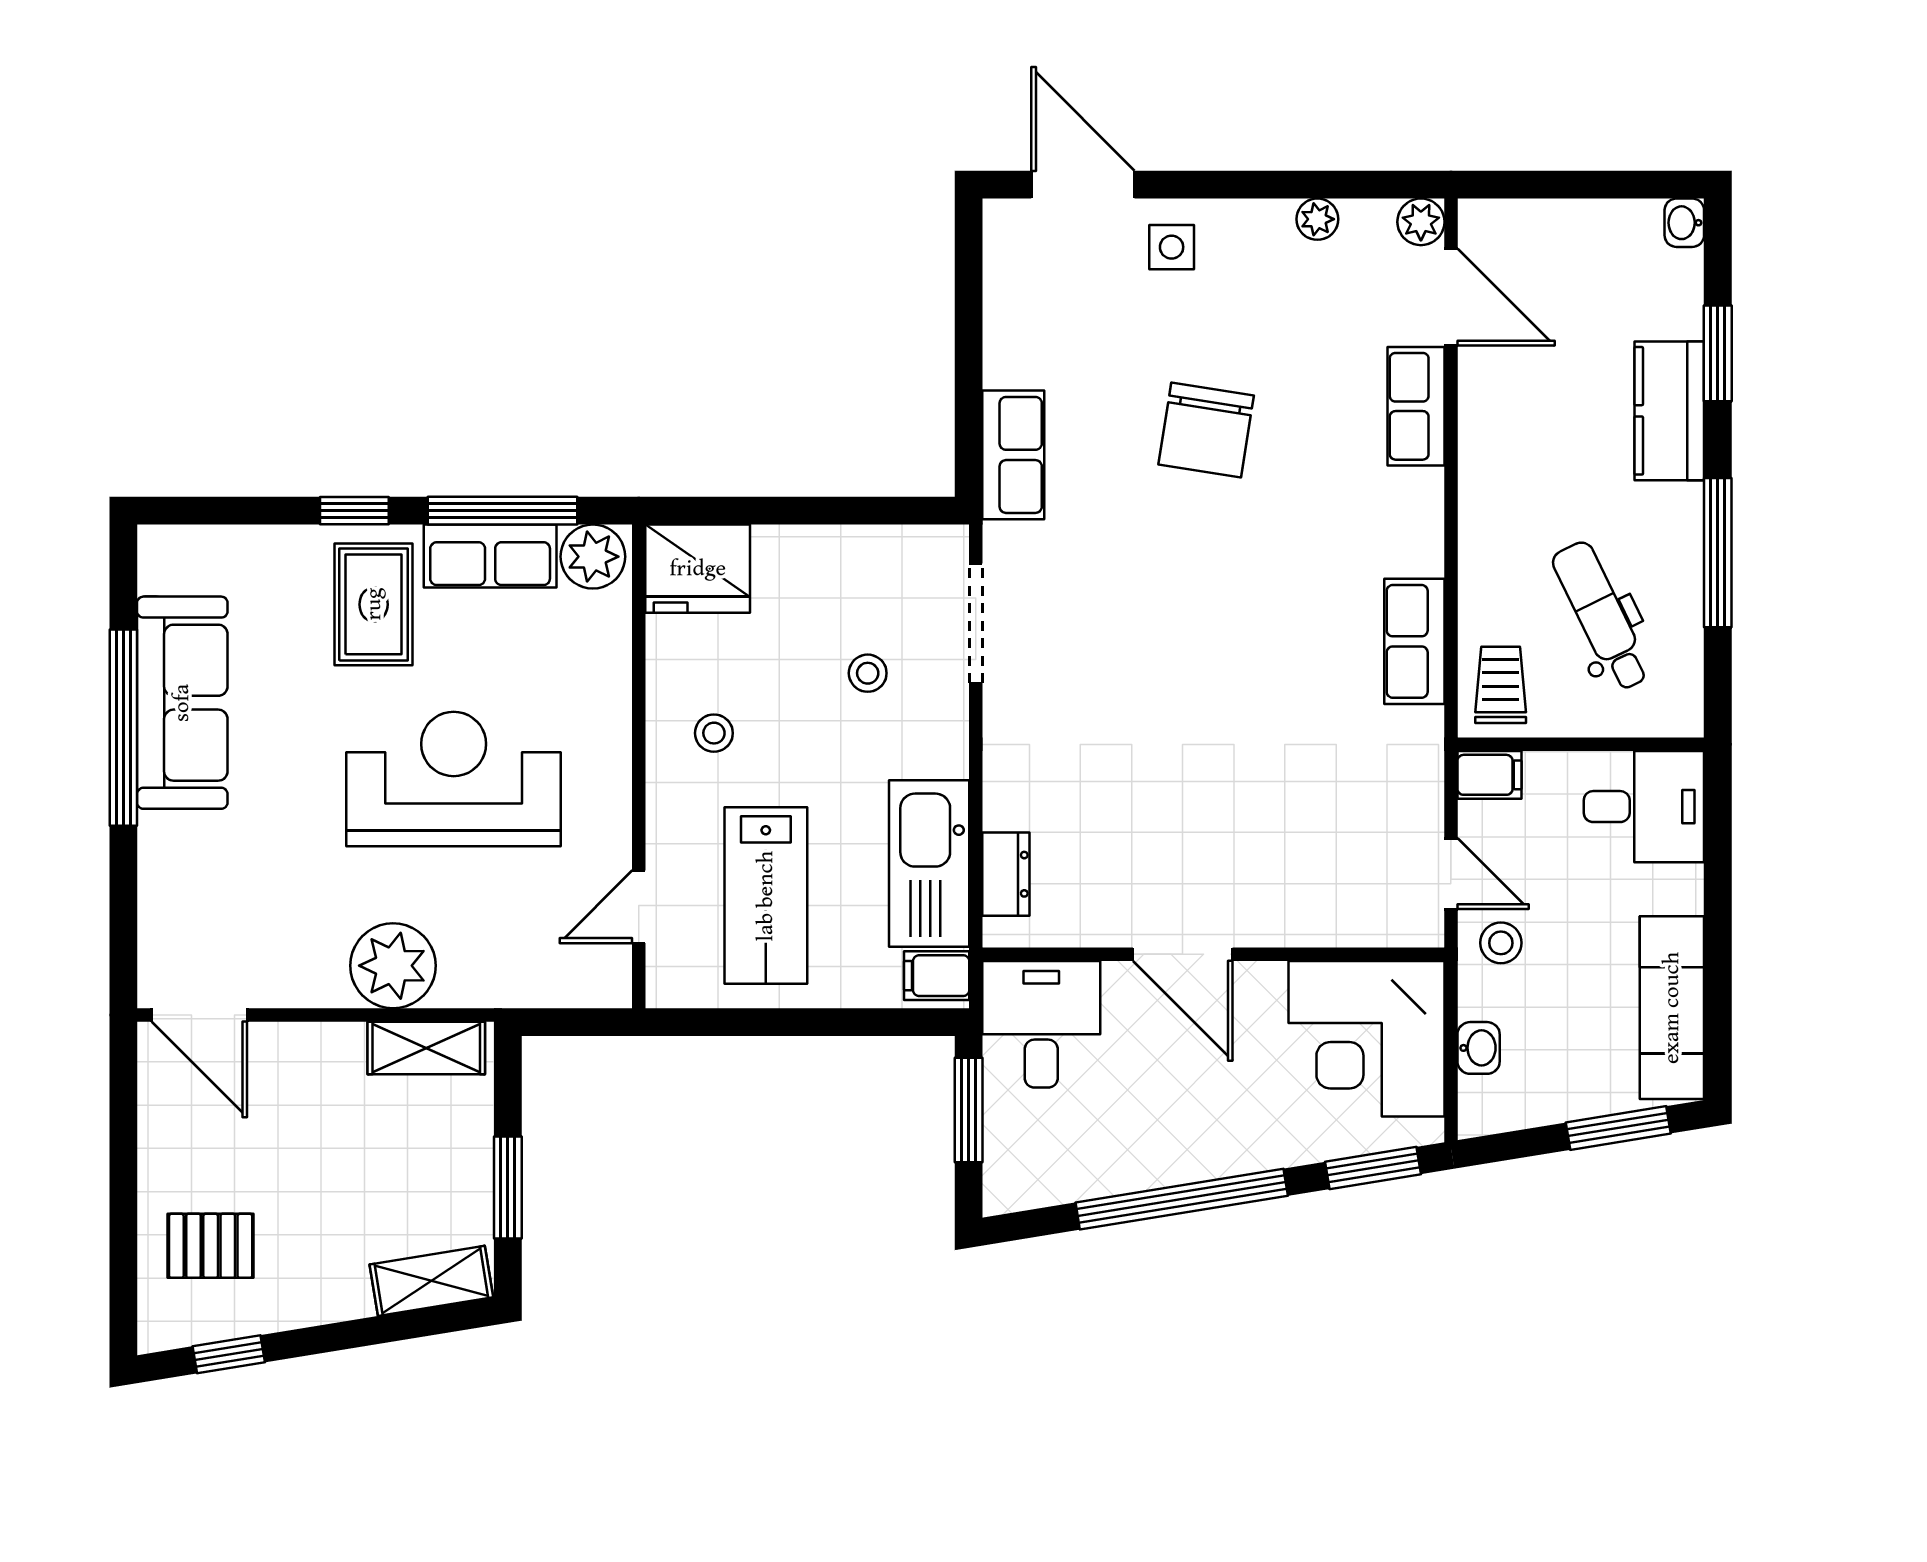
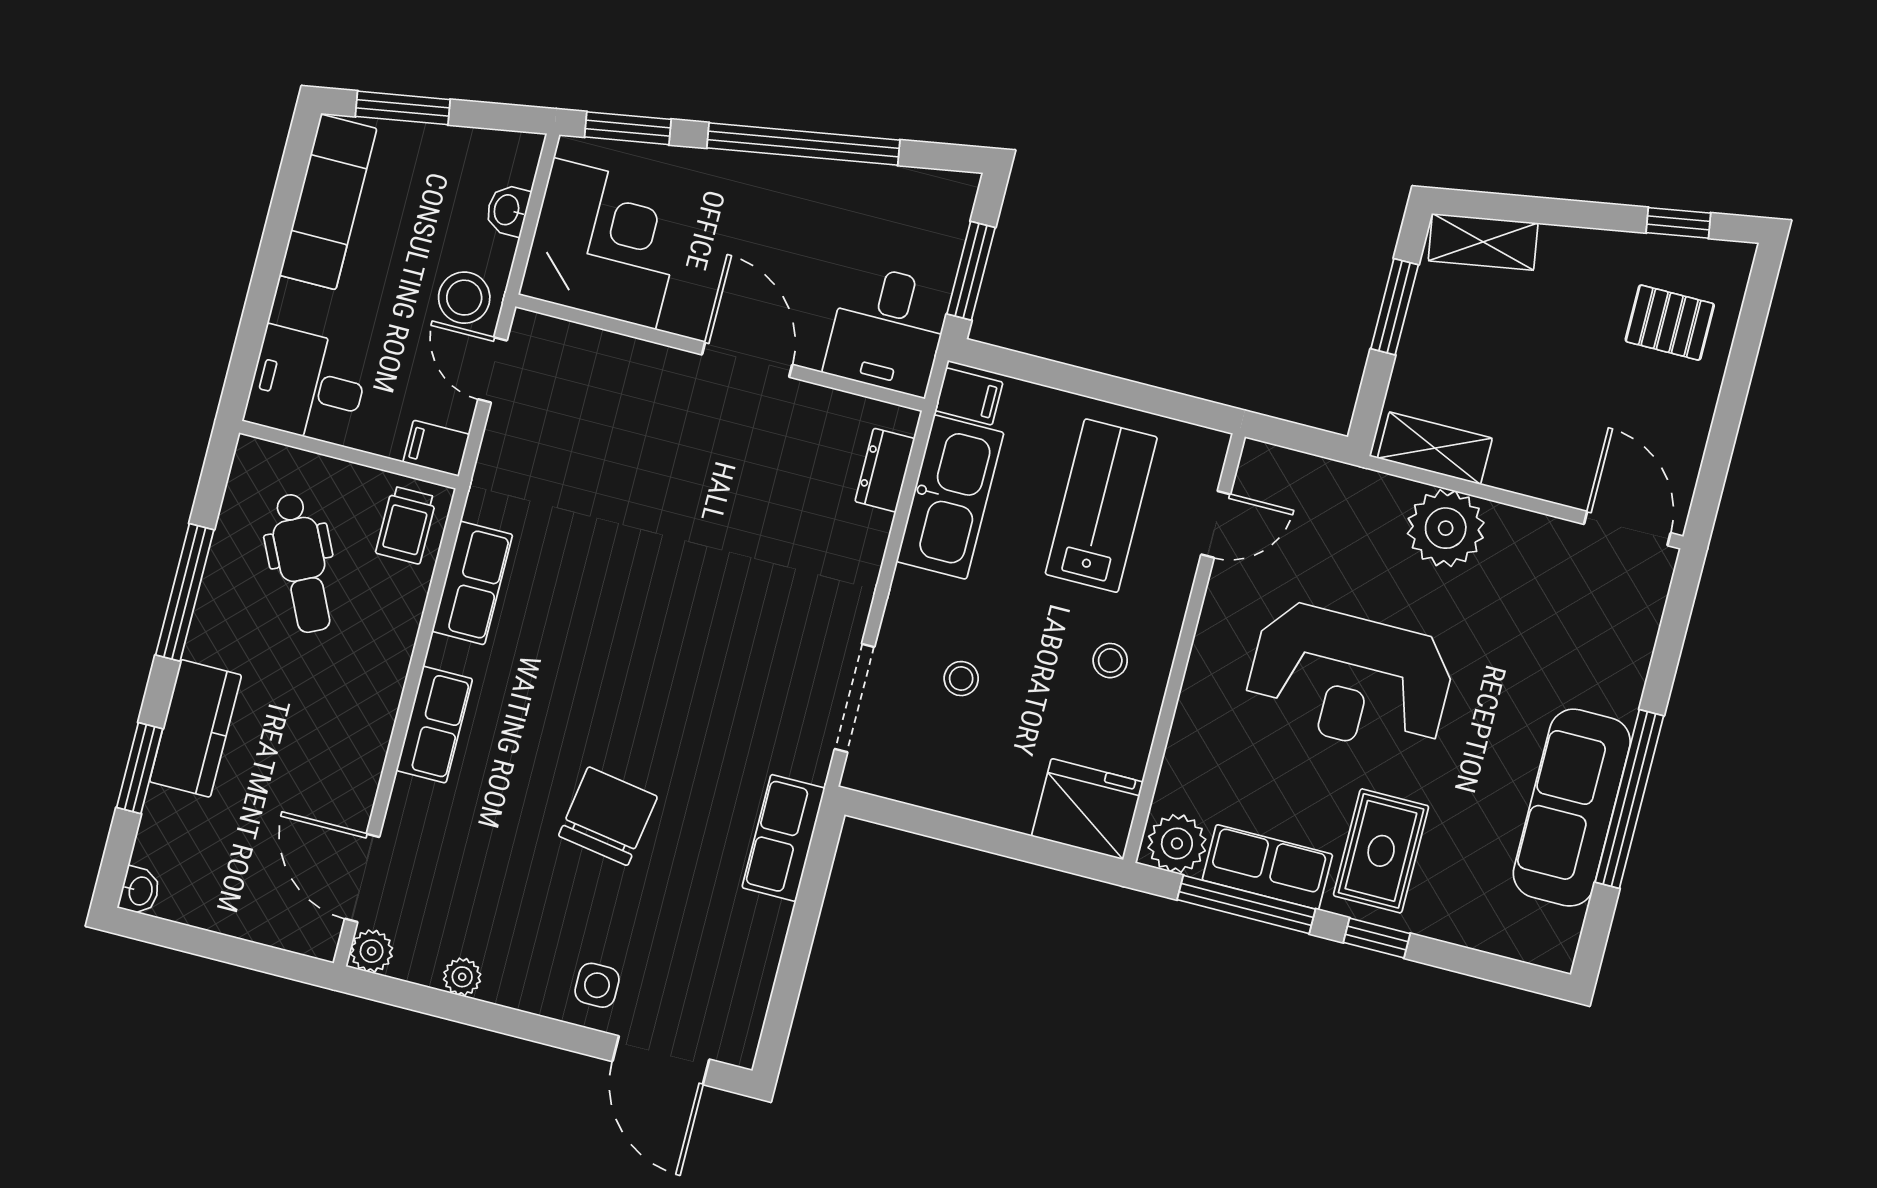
row of seats: (1416, 406) -> (434, 725), moved
stool: (1501, 943) -> (464, 298), width x1.37, depth x1.37

